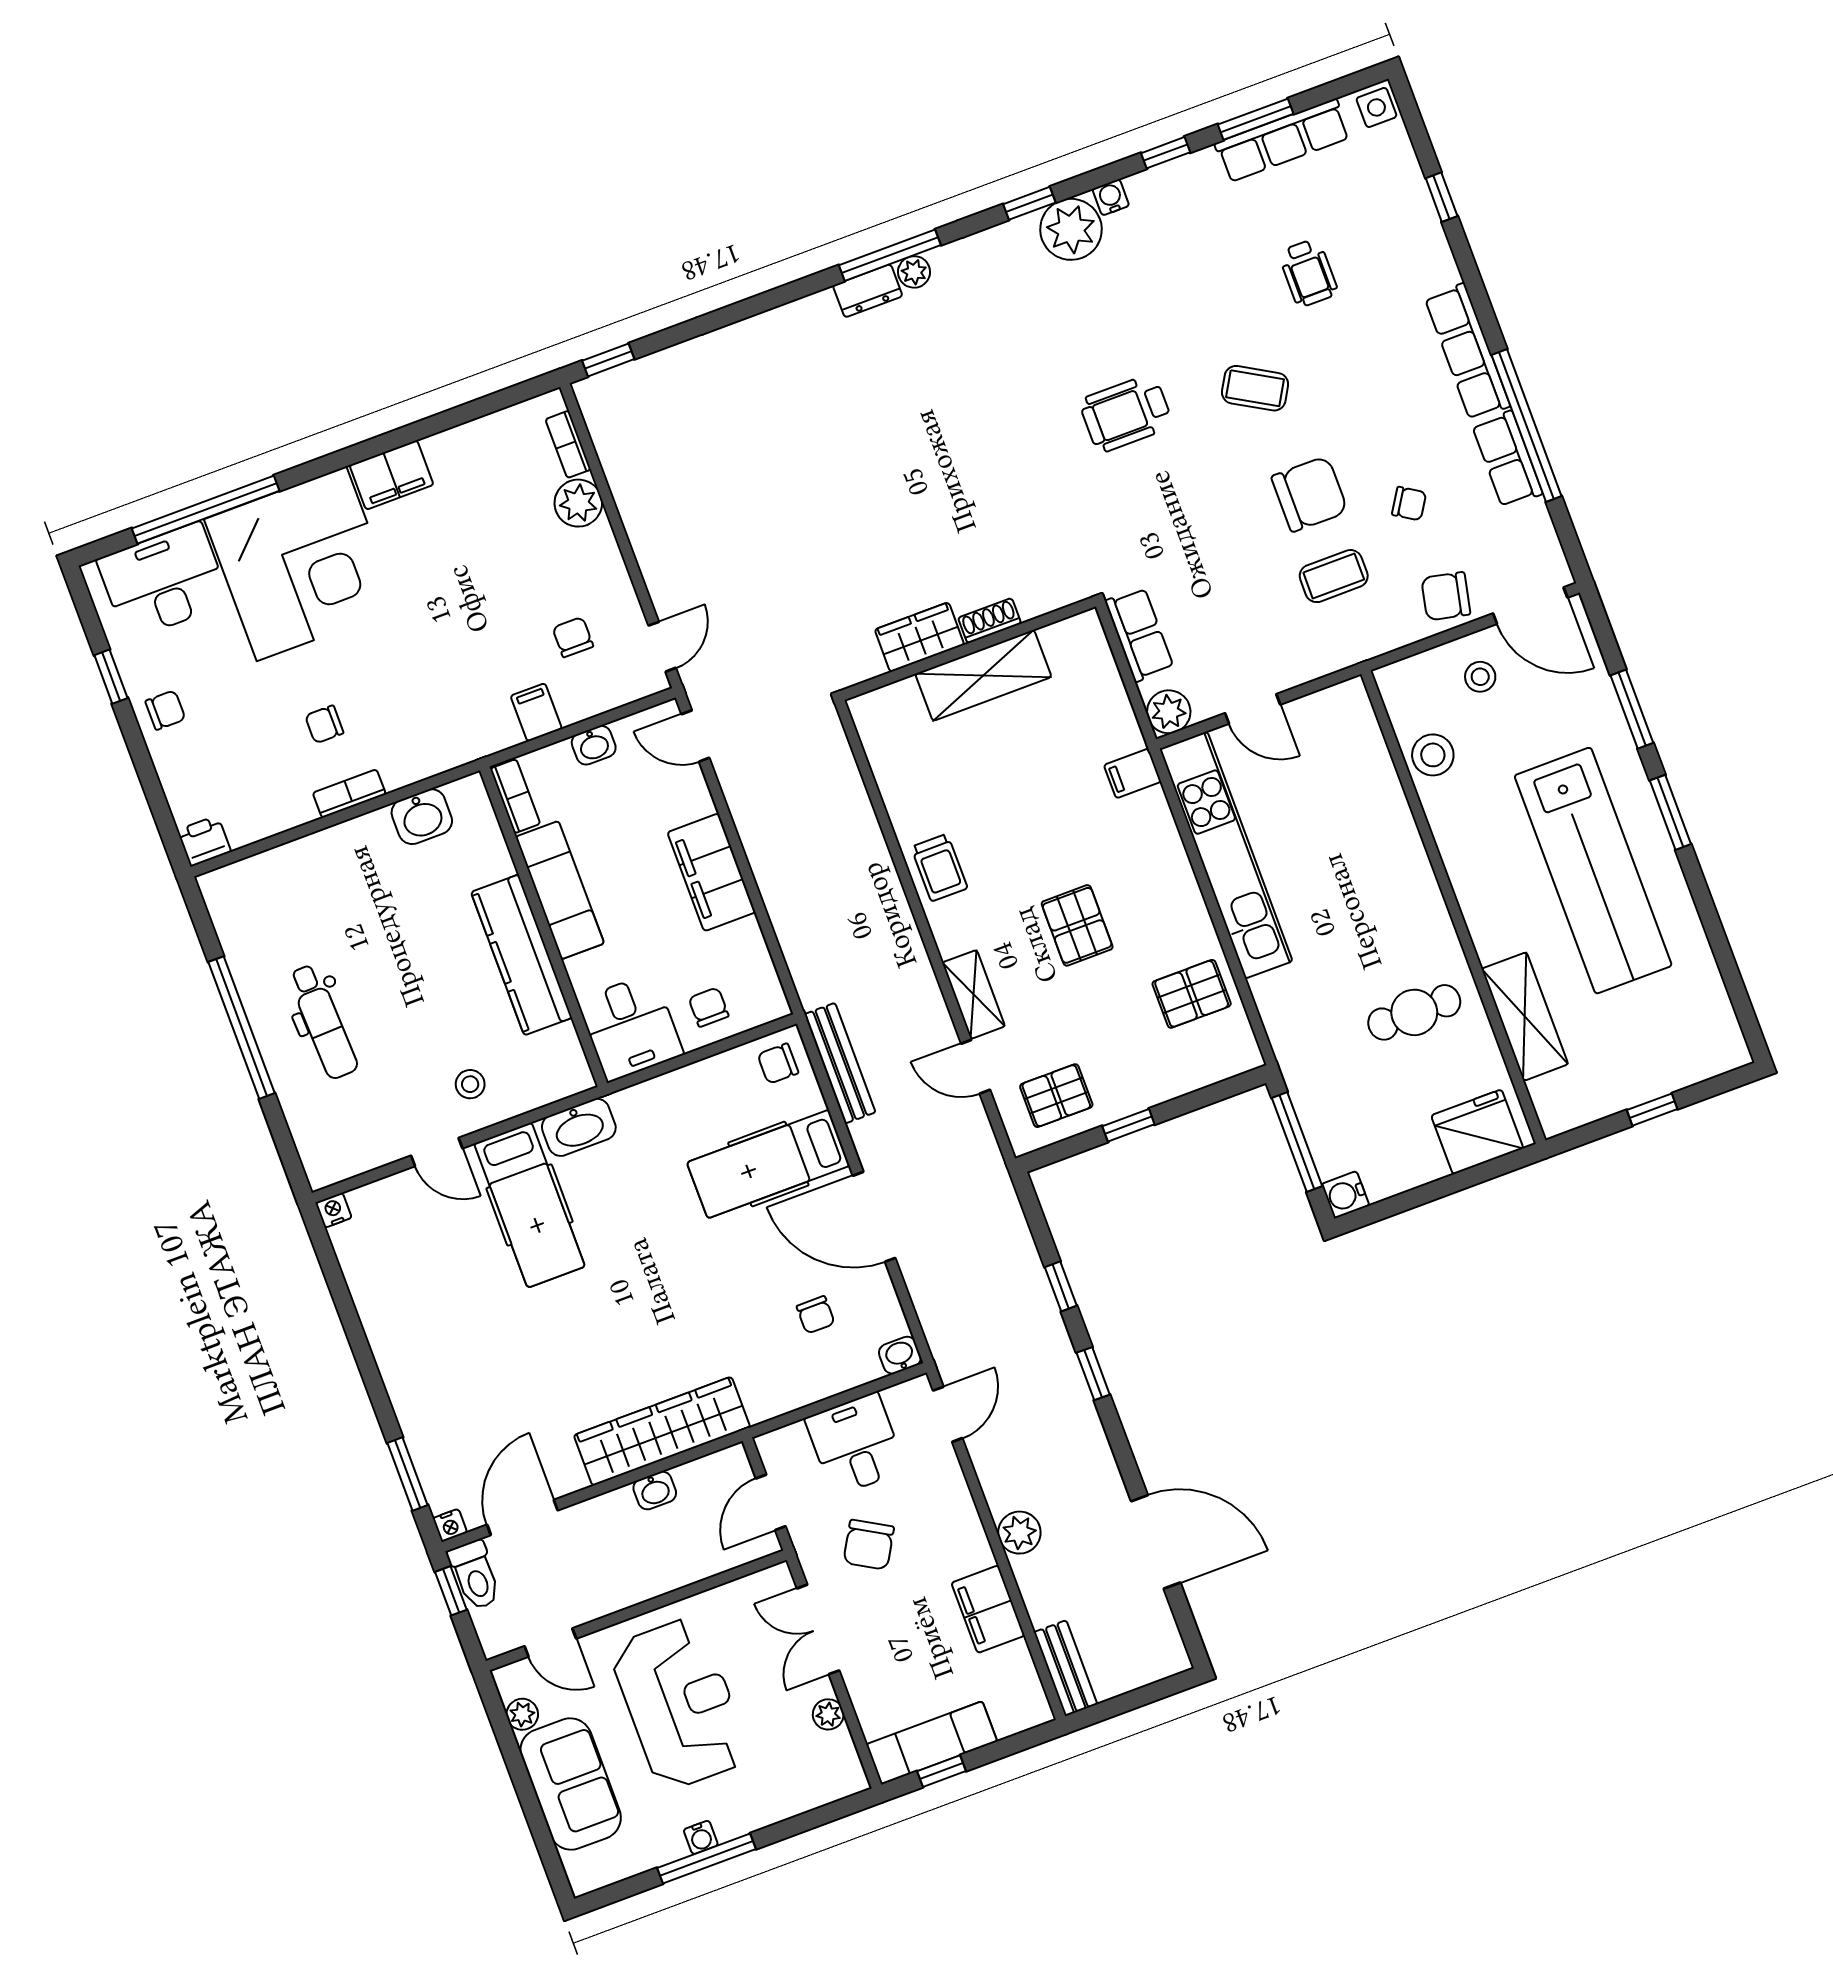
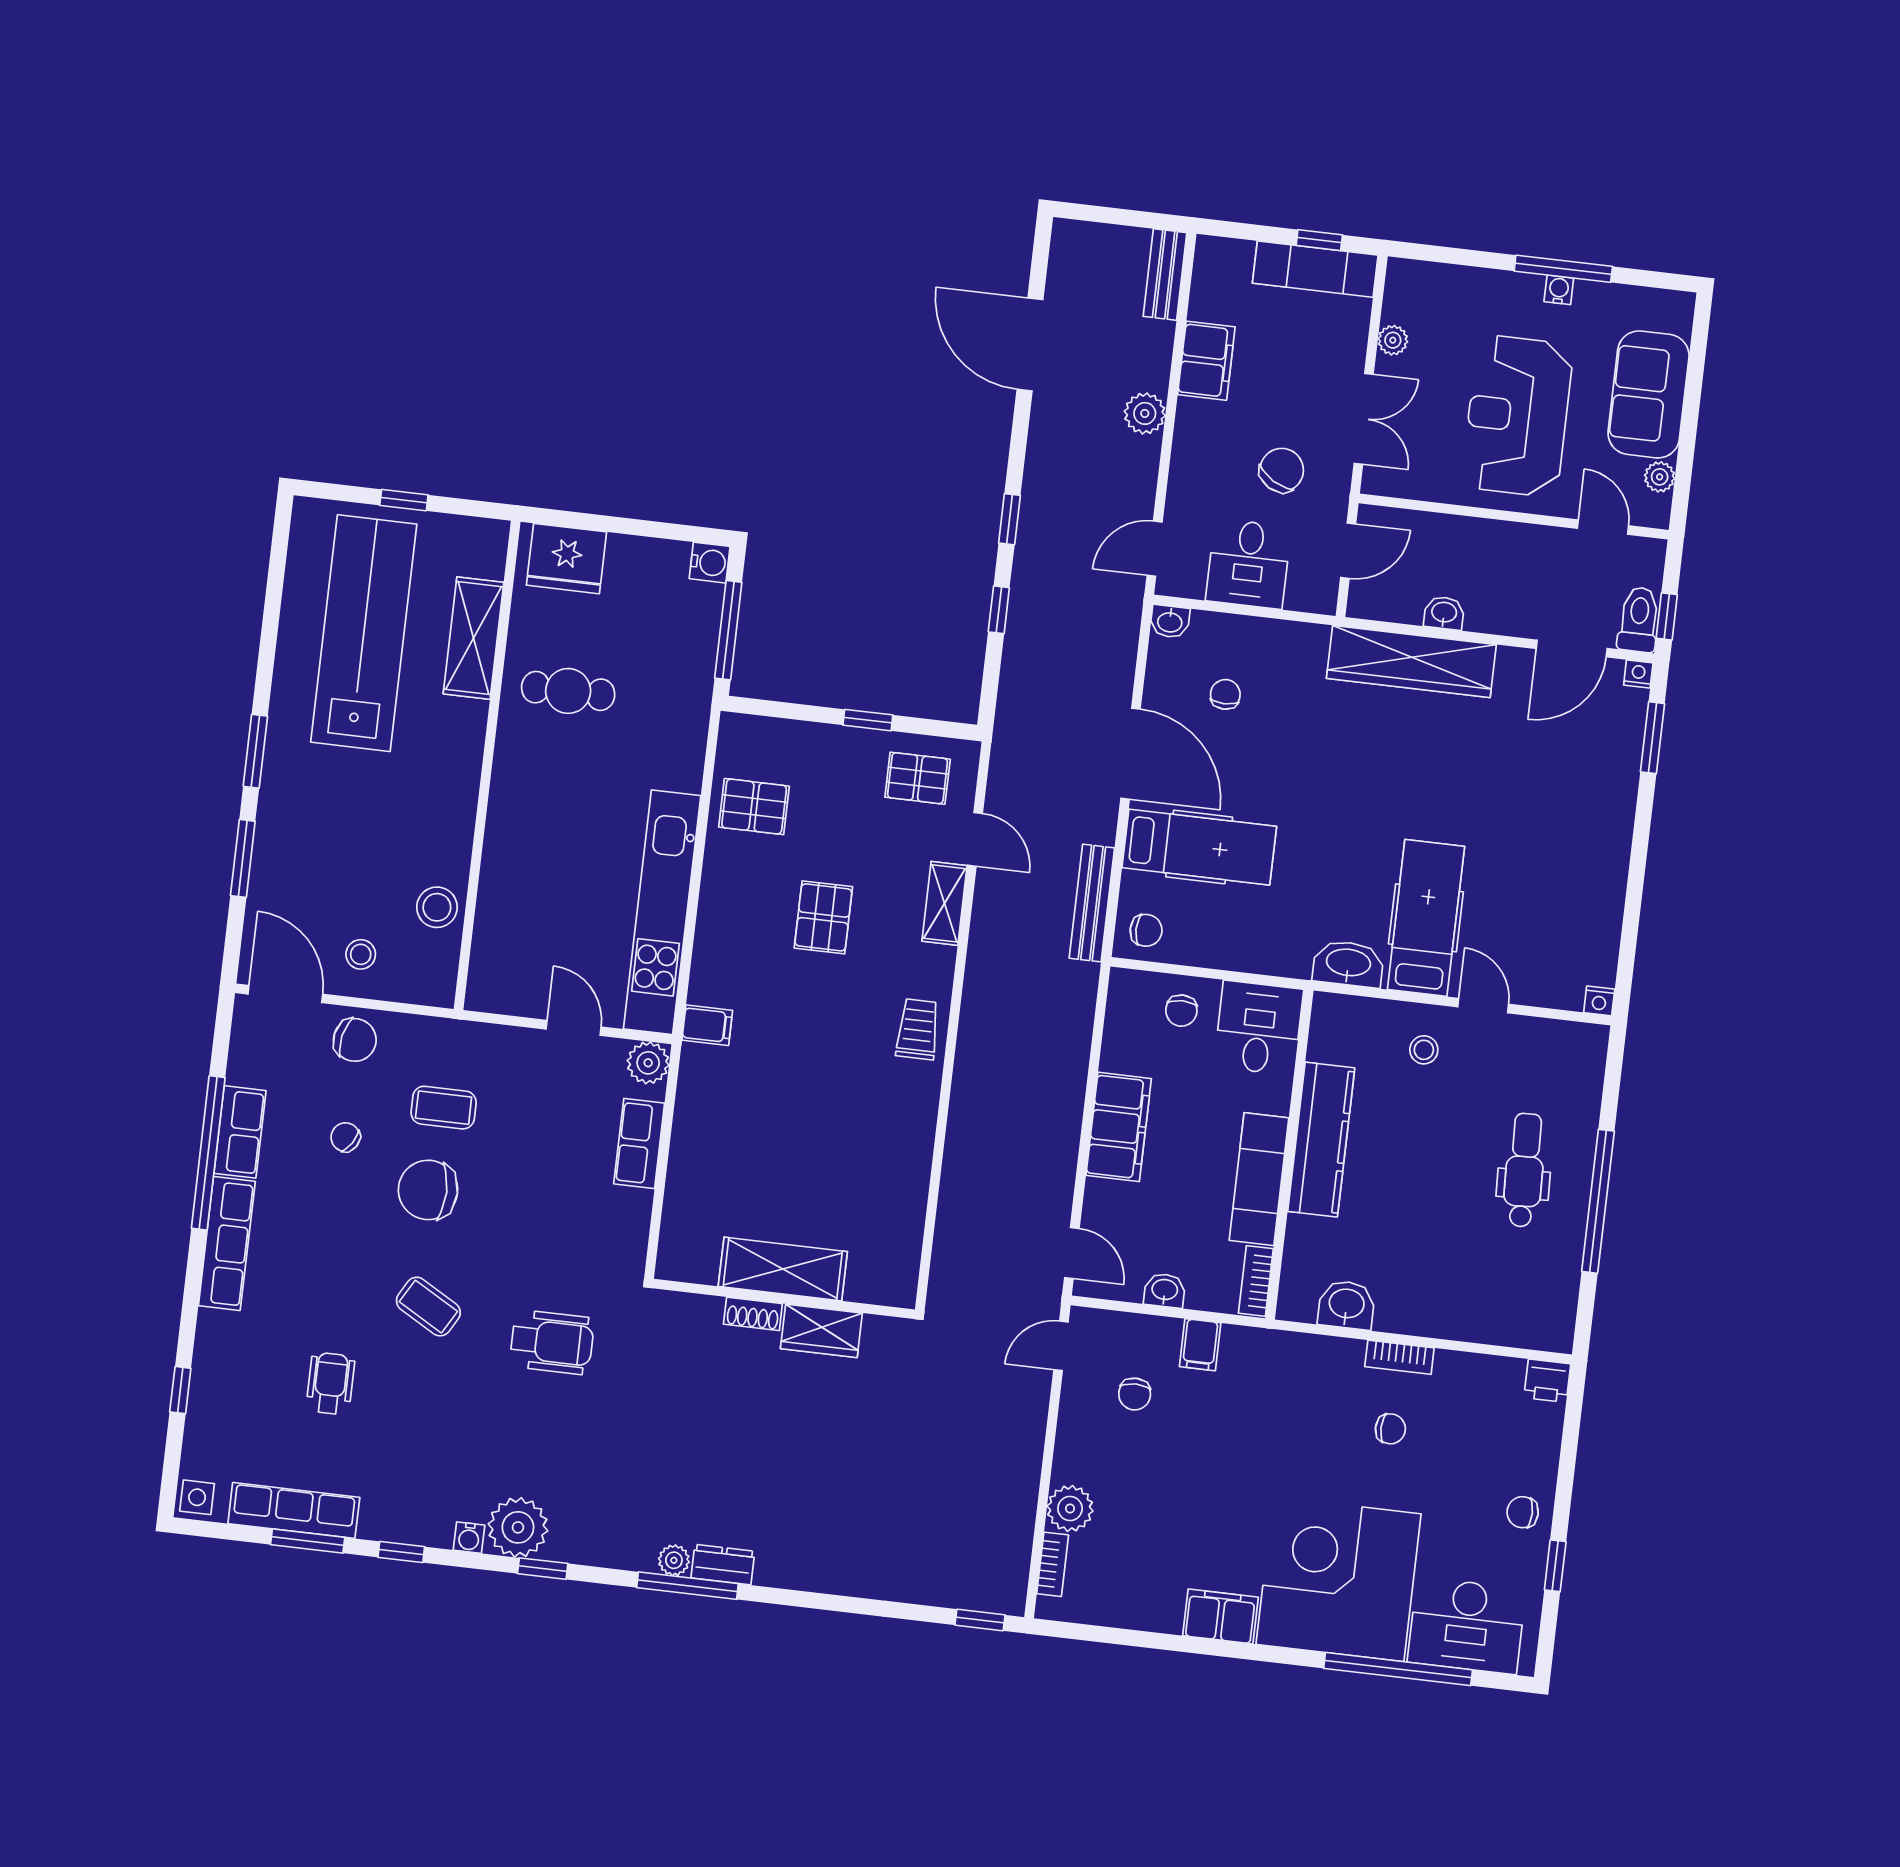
shoe rack: (990, 621) -> (753, 1314), moved
wardrobe: (920, 637) -> (821, 1331), moved
wall: (969, 649) -> (784, 1299), moved
shelving: (983, 675) -> (783, 1269), moved
lab bench: (1593, 871) -> (364, 633), moved

